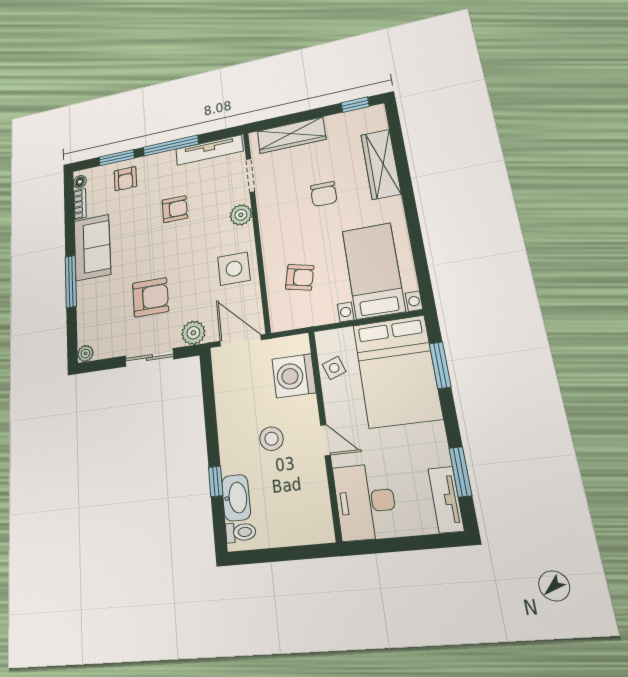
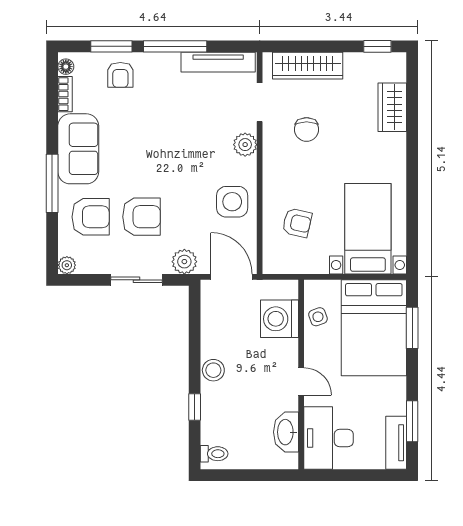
wardrobe: (381, 164) -> (392, 107), width x0.67
chair: (324, 194) -> (307, 130), moved
armchair: (175, 209) -> (91, 217), moved, width x1.38, depth x1.38
stool: (271, 439) -> (213, 370), moved
washbasin: (236, 498) -> (286, 432), moved, turned 180

